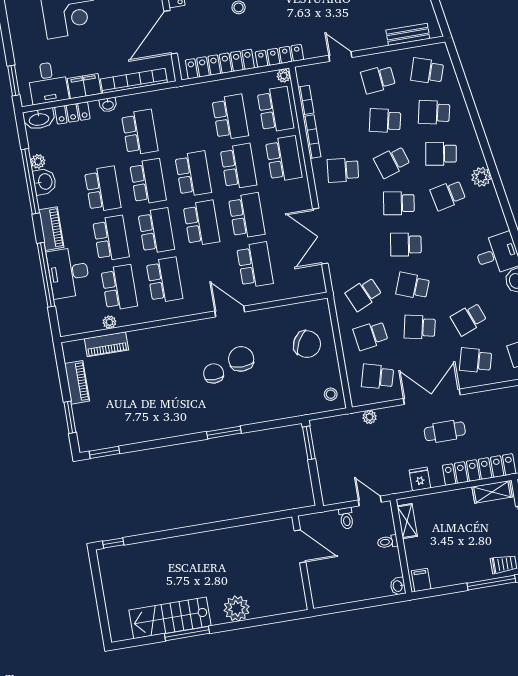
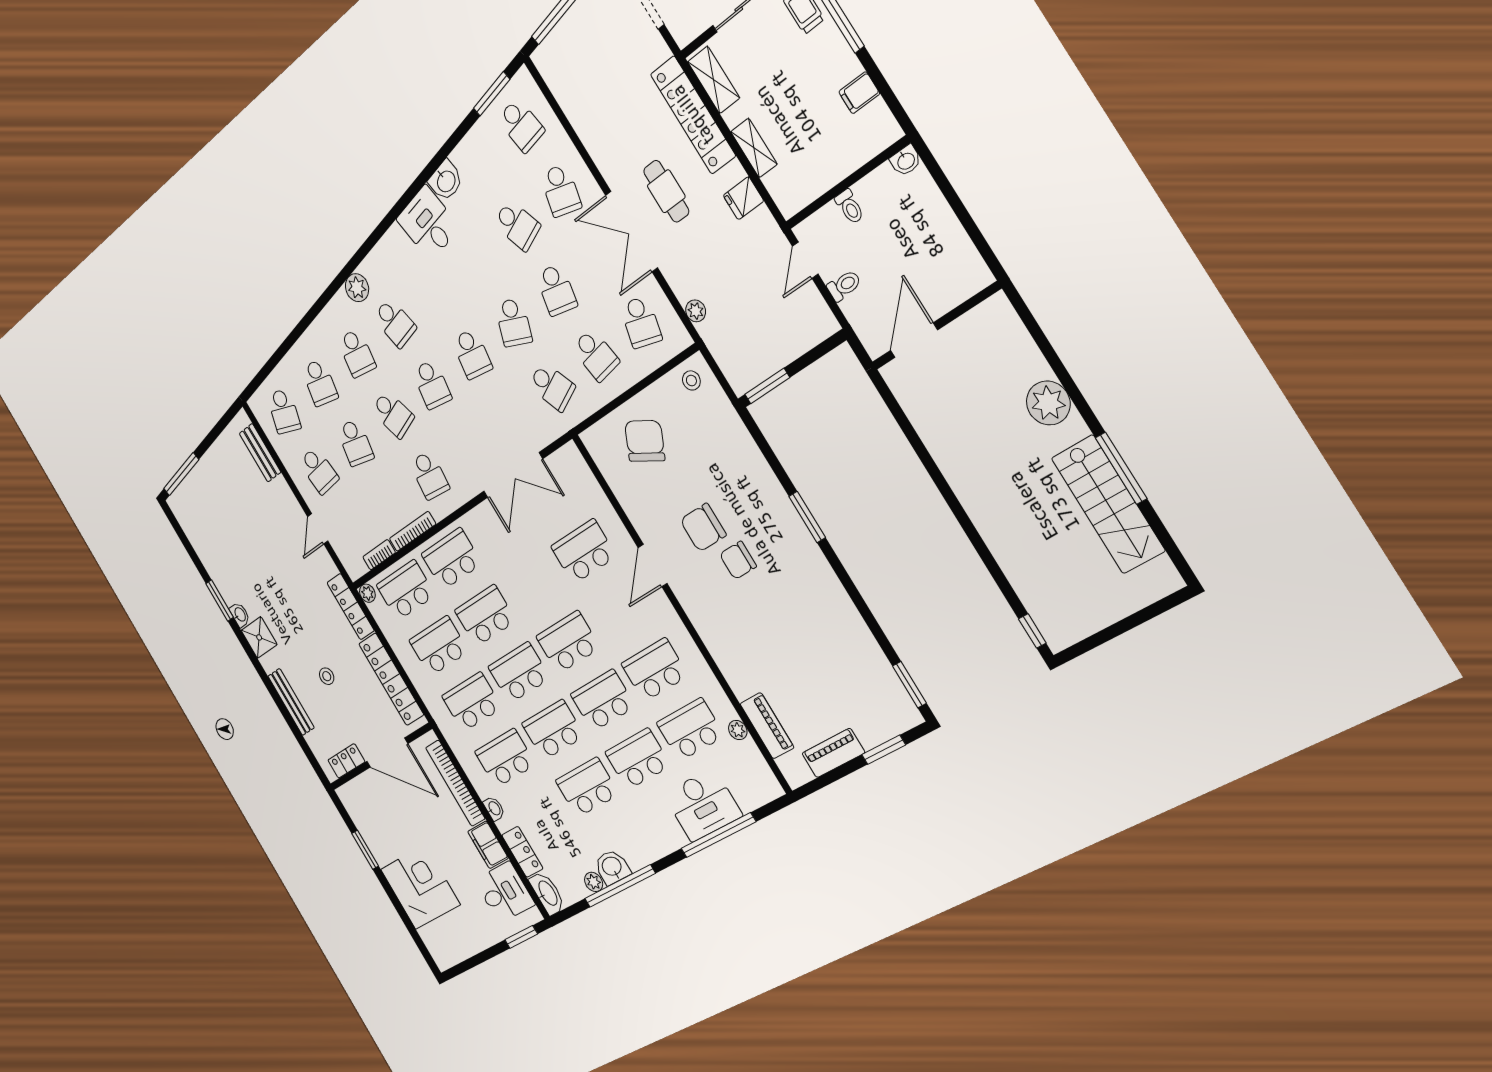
school desk: (247, 216) -> (472, 702), moved
piano: (51, 229) -> (661, 843), removed
shelving: (407, 521) -> (754, 148), moved, turned 90
filing cabinet: (421, 580) -> (859, 93), moved

